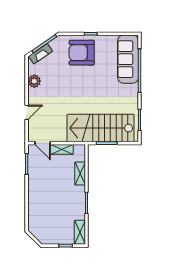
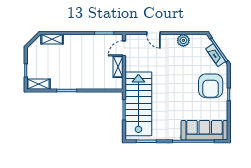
armchair: (82, 53) -> (211, 86), turned 180
fireplace: (40, 54) -> (216, 55), moved
shelving: (80, 174) -> (52, 39), moved

